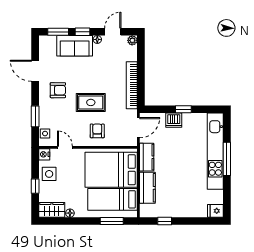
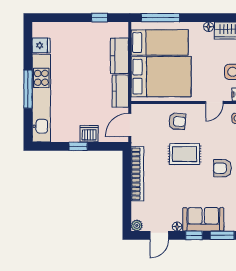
armchair: (97, 131) -> (177, 121), turned -86
door: (65, 147) -> (214, 102), hinge flipped
fridge: (215, 211) -> (41, 45), moved
window: (112, 221) -> (160, 18), width x1.44

